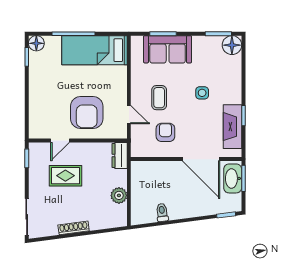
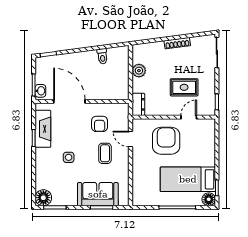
bed: (94, 50) -> (188, 179), moved, turned 180
washbasin: (233, 178) -> (40, 91), width x0.52, depth x0.69

